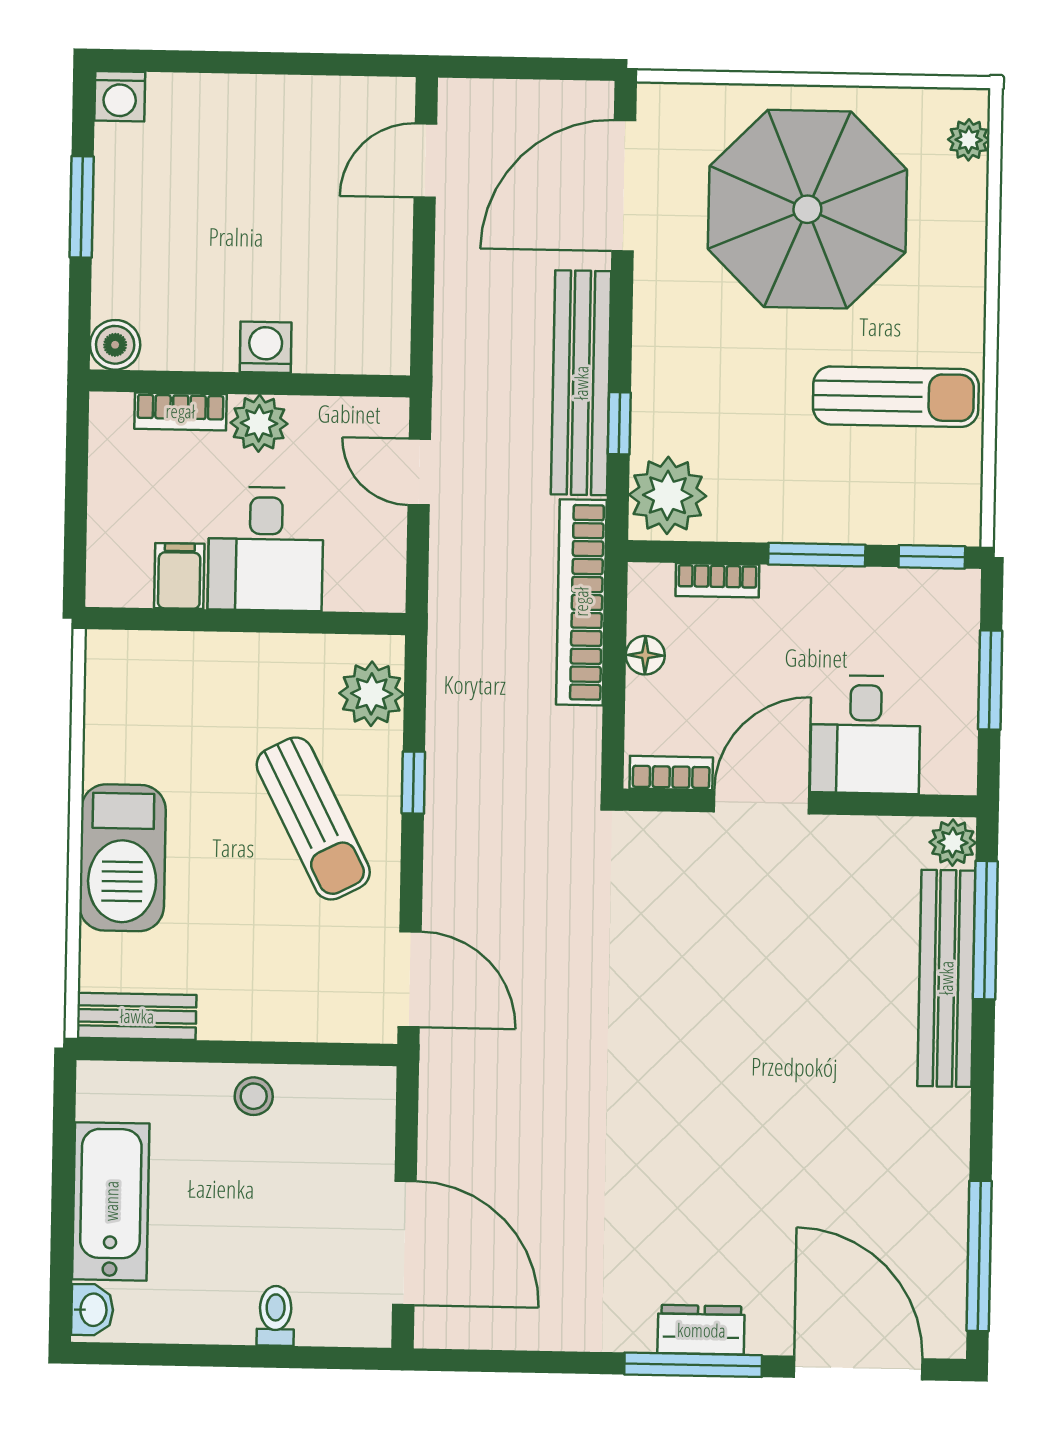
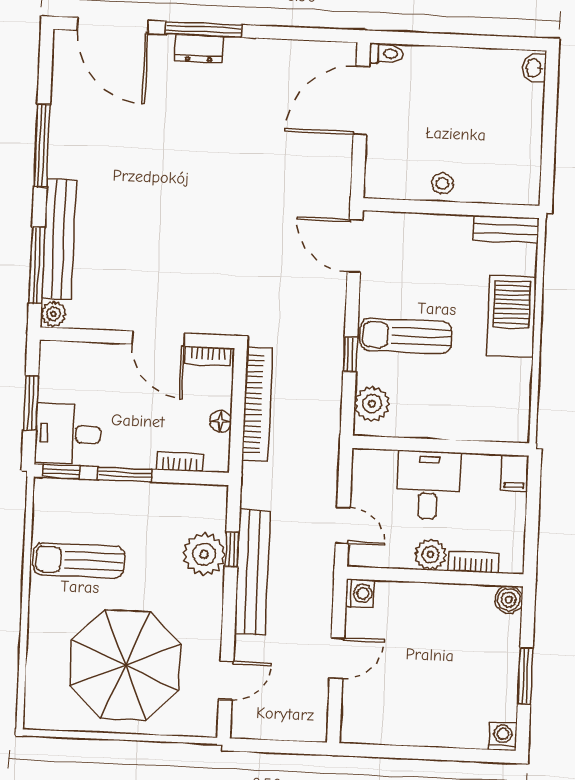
plant: (969, 140) -> (35, 701), removed
door: (425, 161) -> (337, 658), moved
door: (624, 186) -> (226, 680), width x0.53
washing machine: (266, 347) -> (360, 593), moved, turned -90
plant: (668, 495) -> (204, 554), moved
filing cabinet: (179, 576) -> (514, 473), moved
bookcase: (581, 602) -> (257, 404), moved
desk: (865, 735) -> (68, 434), moved, turned -90
door: (762, 802) -> (158, 339), hinge flipped
sun lounger: (313, 818) -> (406, 336), turned -63
bathtub: (111, 1201) -> (523, 127), removed
door: (404, 1243) -> (361, 101), hinge flipped
window: (979, 1256) -> (42, 145), moved
toilet: (275, 1316) -> (386, 54), moved, turned -90

